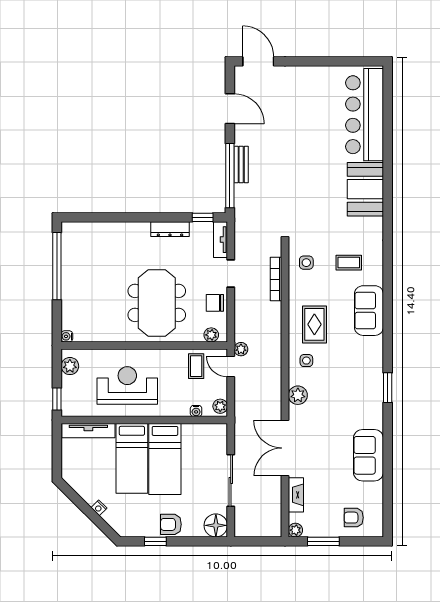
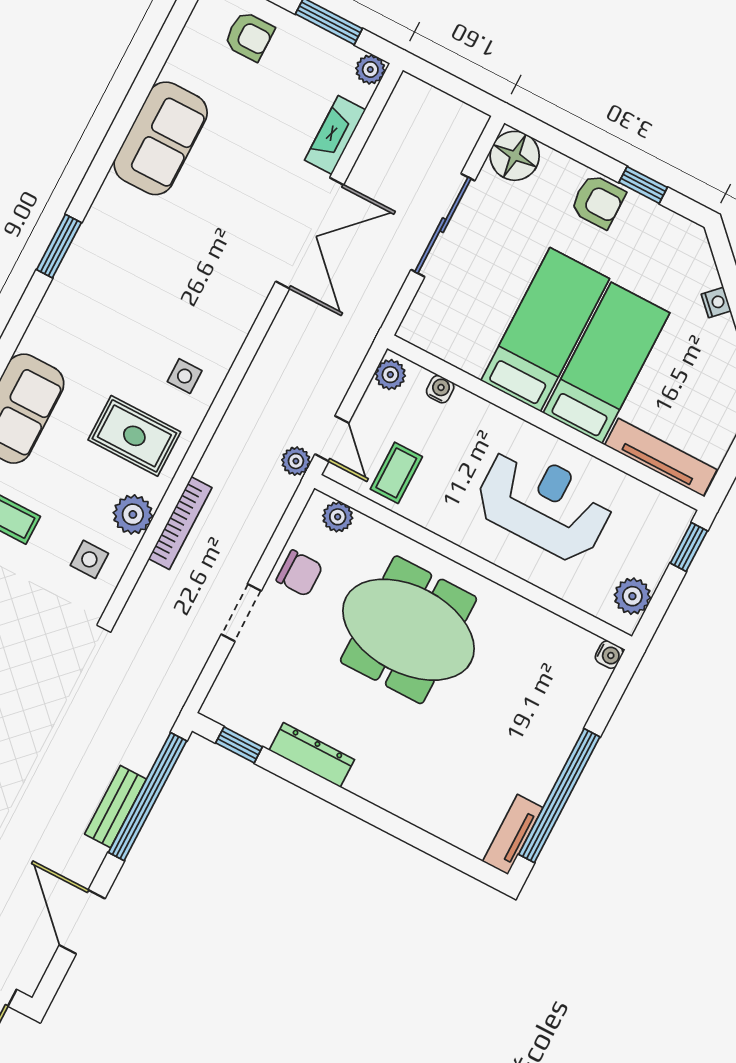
tv unit: (221, 240) -> (513, 834), moved, turned 180
bookcase: (276, 279) -> (180, 523), moved
meeting table: (157, 303) -> (409, 630), turned 90
rug: (314, 324) -> (134, 436), turned 90
reception desk: (127, 385) -> (544, 504), turned 180
plant: (298, 395) -> (133, 514), moved

